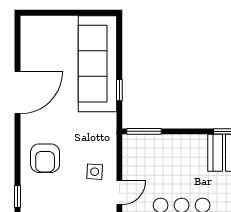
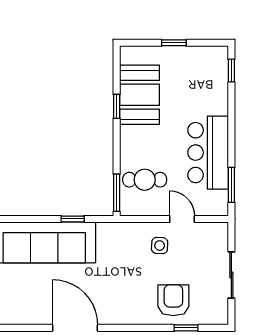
armchair: (45, 158) -> (173, 300), moved, turned -90
cafe table: (156, 158) -> (145, 180), added

